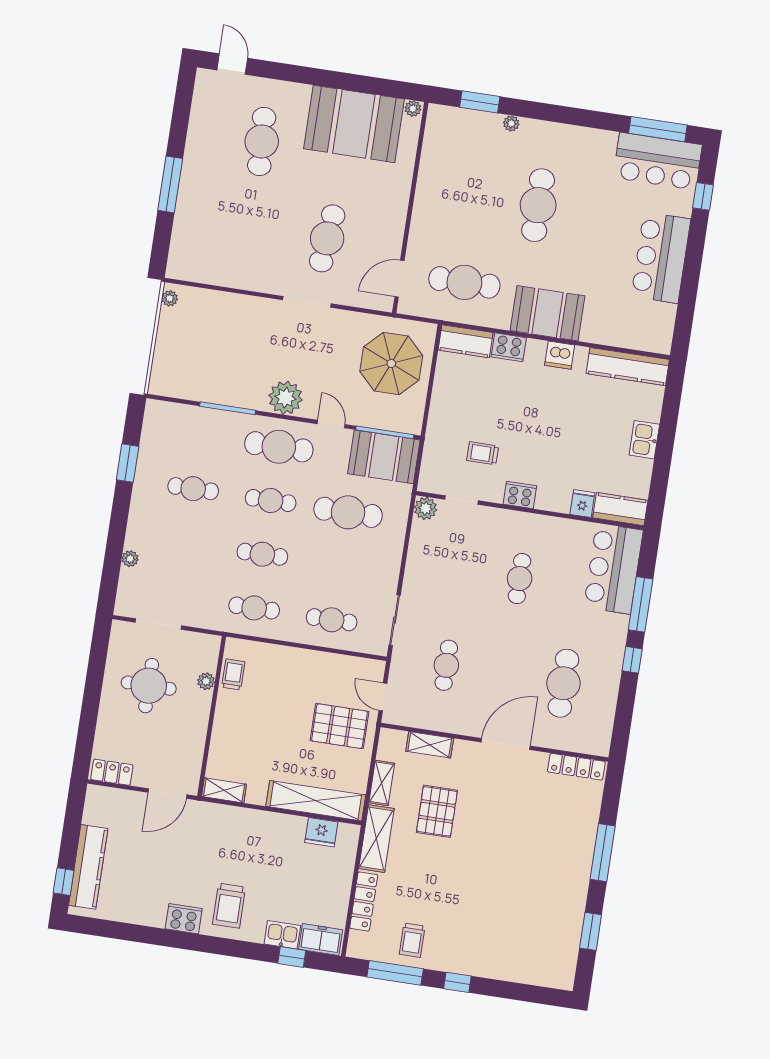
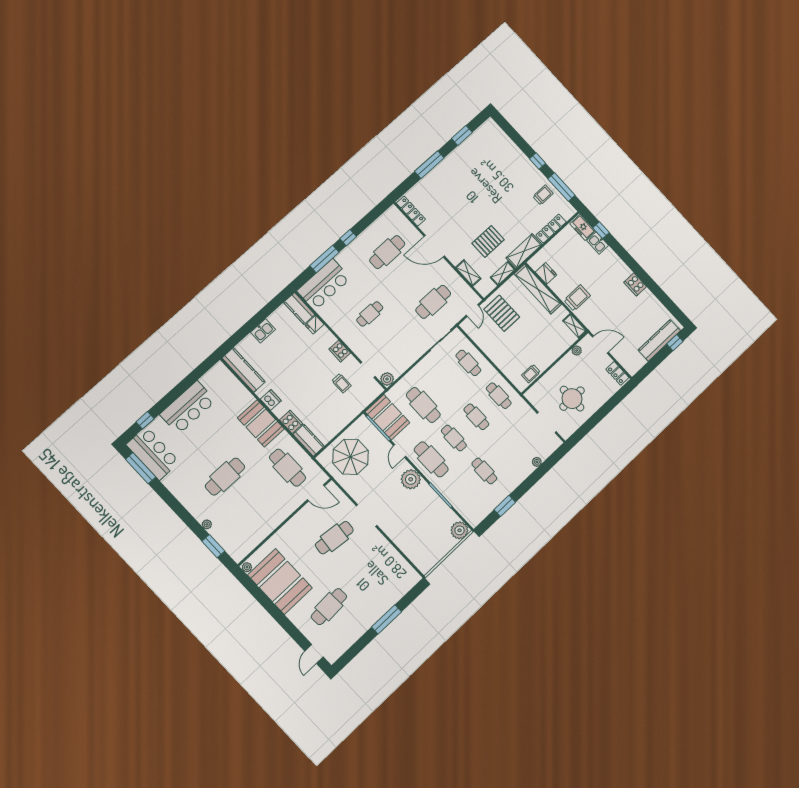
plant: (170, 298) -> (460, 530), moved, width x1.87, depth x1.87
cafe table: (446, 665) -> (433, 302), width x1.37, depth x1.35
plant: (206, 681) -> (577, 350), moved
trolley: (229, 906) -> (577, 298), moved

